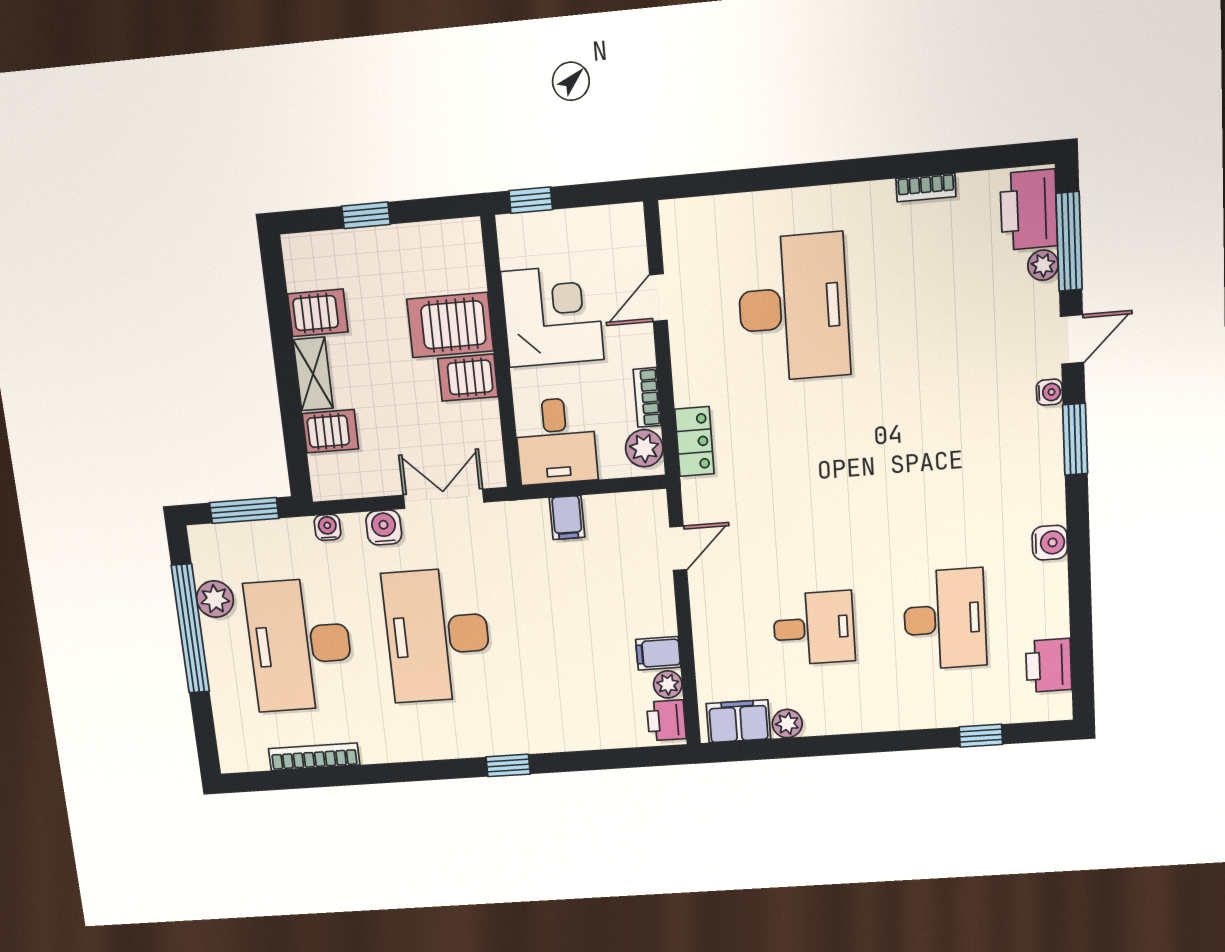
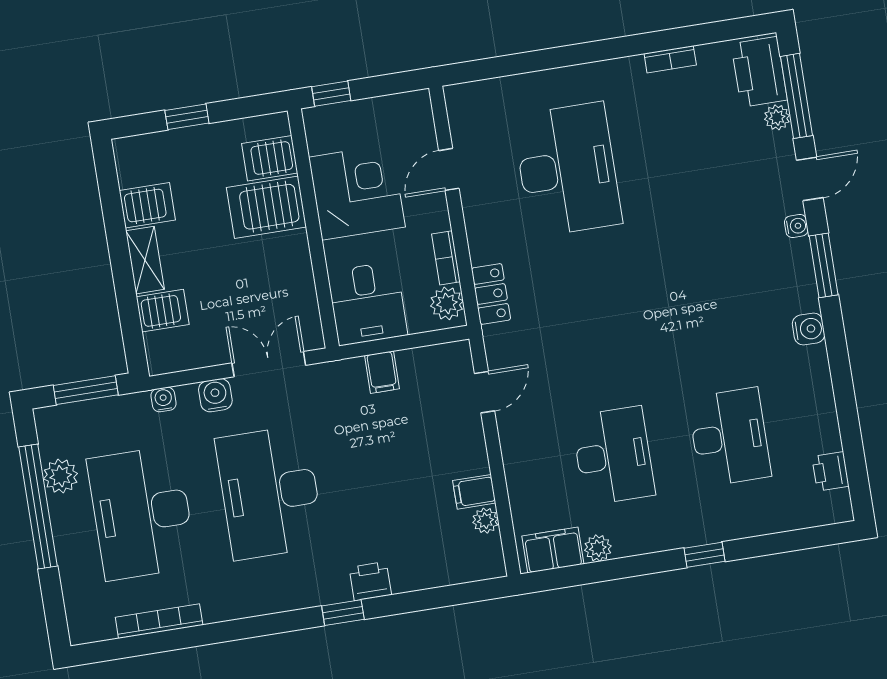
server rack: (468, 378) -> (270, 158), moved
water cooler: (1050, 543) -> (809, 329), moved
desk: (814, 628) -> (613, 456), width x1.37
printer: (1049, 665) -> (830, 471), width x0.73, depth x0.81
printer: (666, 720) -> (370, 581), moved, turned 90
window: (981, 736) -> (704, 555), moved

